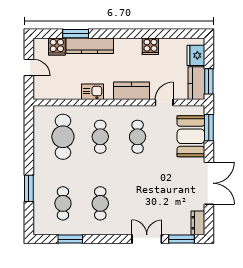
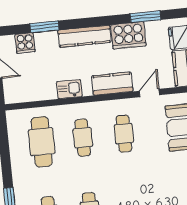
window: (167, 34) -> (145, 17), added
kitchen counter: (90, 46) -> (84, 36), moved
cooker: (150, 46) -> (128, 35), width x1.87, depth x1.31

